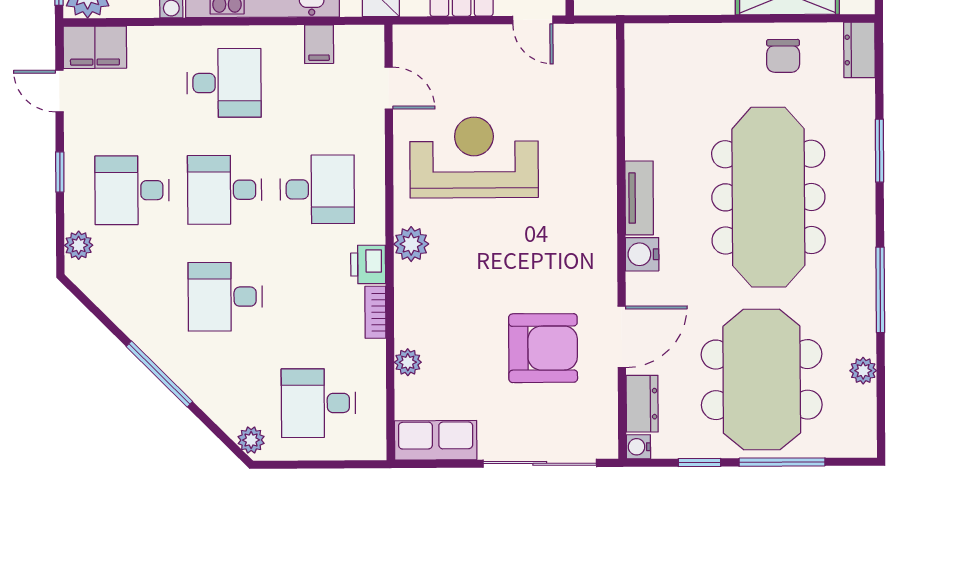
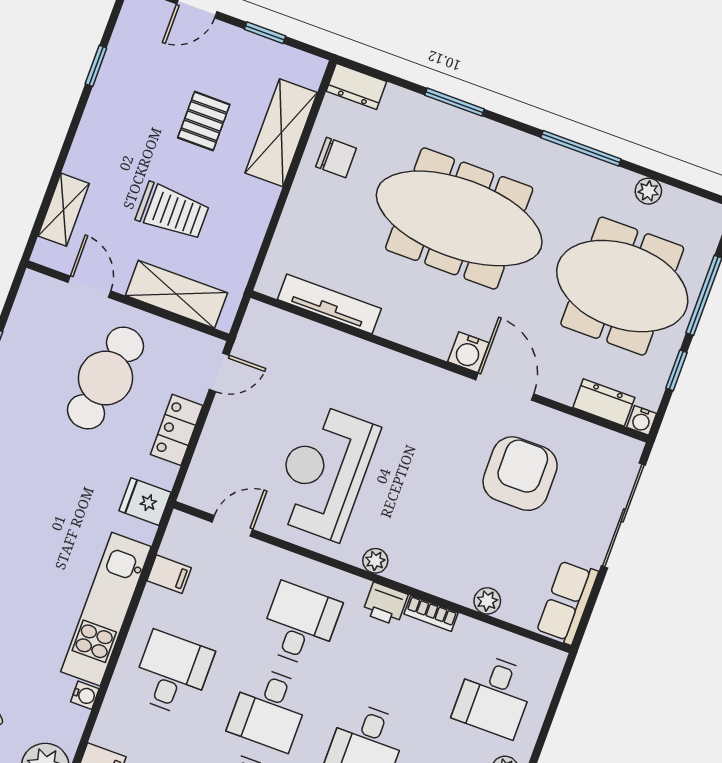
tv unit: (639, 198) -> (329, 304), moved, width x1.41
plant: (411, 244) -> (375, 561), width x0.73, depth x0.73
door: (622, 337) -> (505, 387), moved

